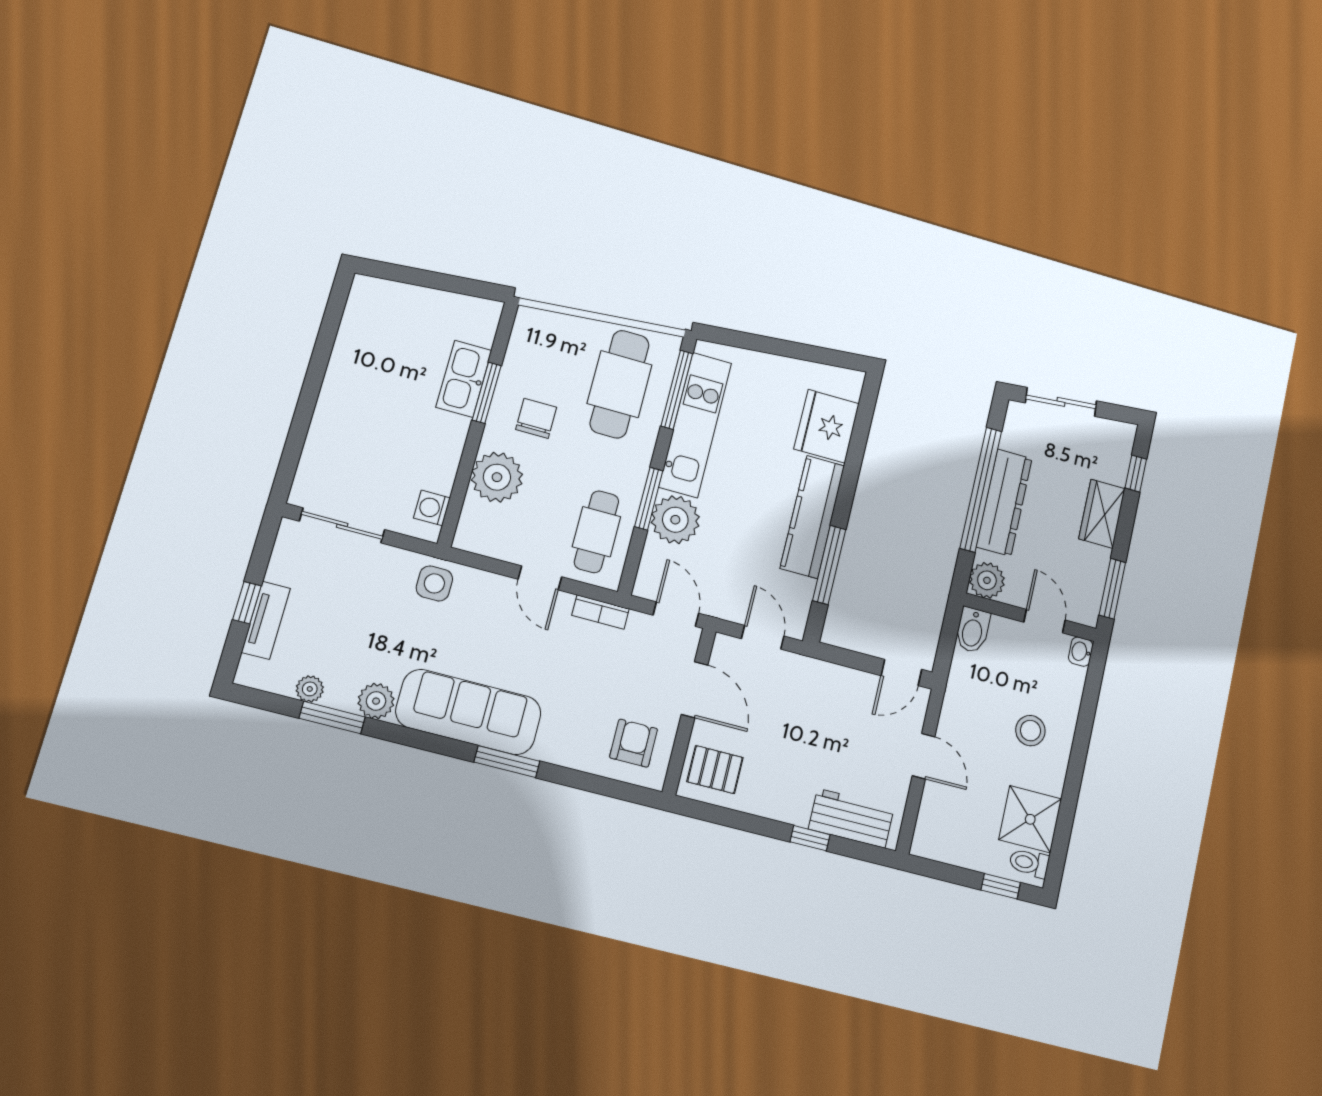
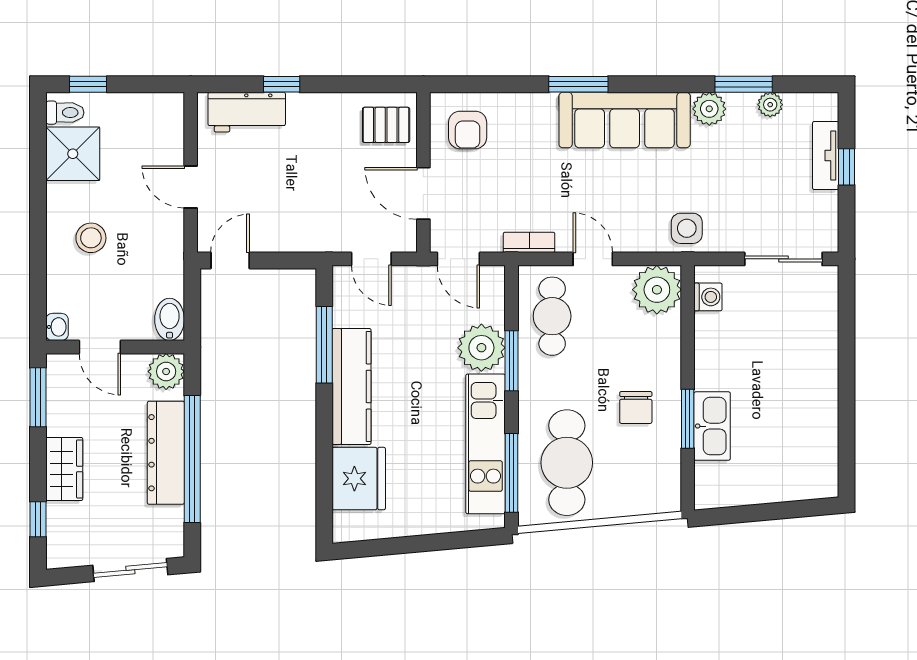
plant: (497, 477) -> (657, 290), moved

